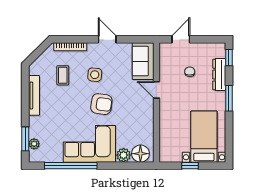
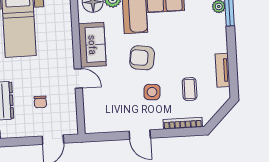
sofa: (143, 61) -> (92, 45), moved
tv unit: (34, 95) -> (222, 70), width x0.71

